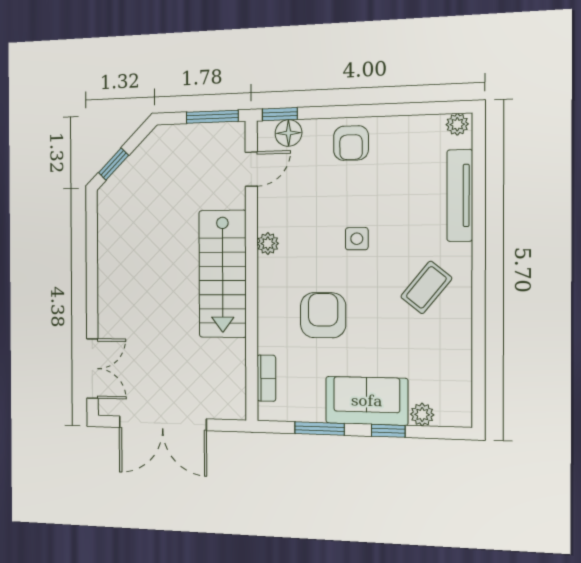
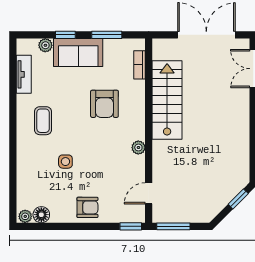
floor lamp: (289, 133) -> (41, 215), moved
armchair: (351, 143) -> (87, 207), turned 90
tv unit: (460, 196) -> (24, 74), moved, width x0.71
side table: (357, 239) -> (65, 162), moved
stairs: (223, 274) -> (167, 100), moved
coffee table: (426, 287) -> (43, 121), turned -39

